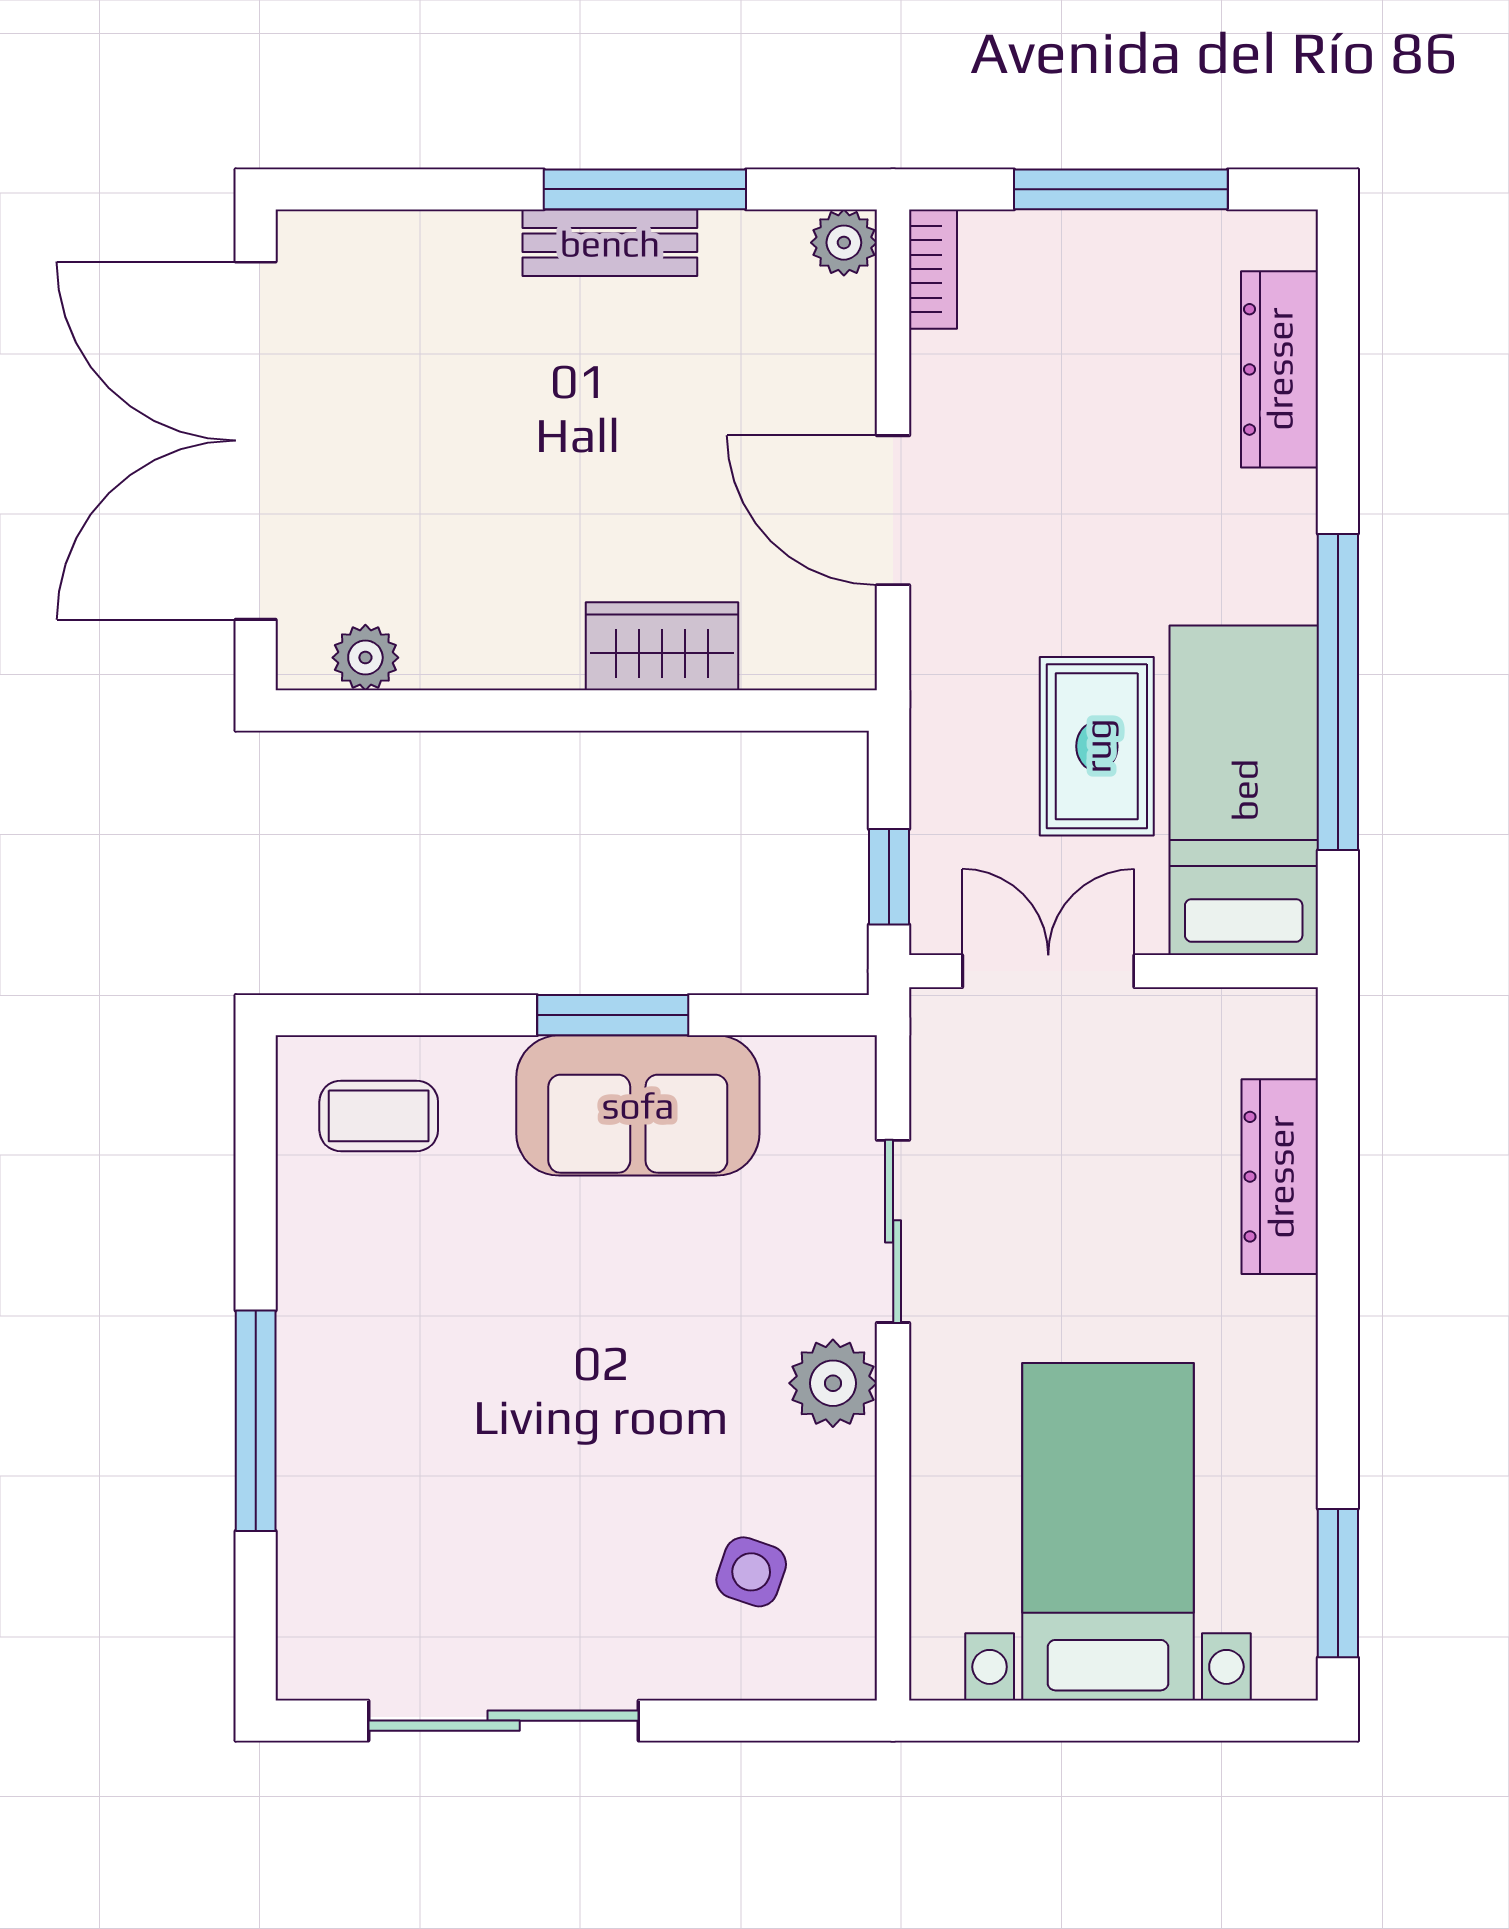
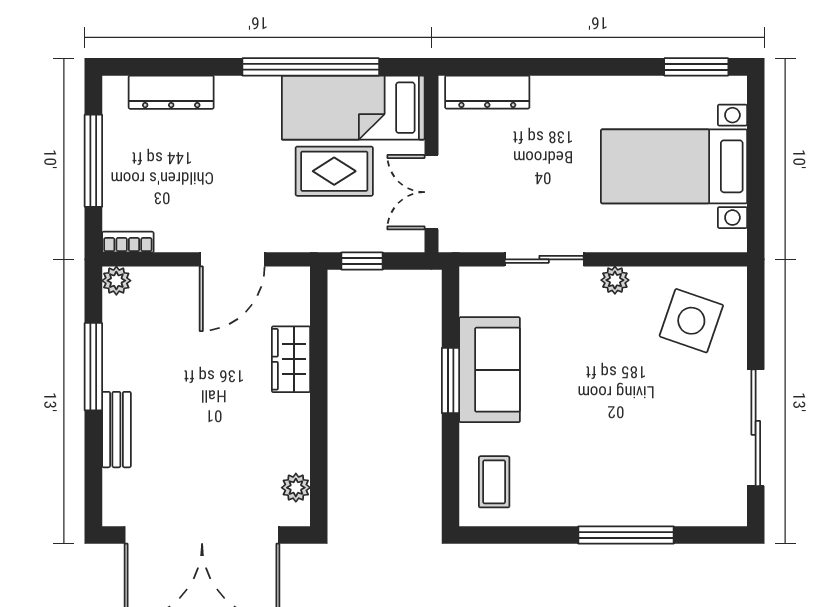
bench: (610, 243) -> (116, 430), moved
window: (889, 877) -> (362, 261), moved
dresser: (1280, 1177) -> (487, 92), moved
plant: (833, 1383) -> (615, 280), width x0.73, depth x0.73
side table: (751, 1572) -> (691, 321), width x1.87, depth x1.87

